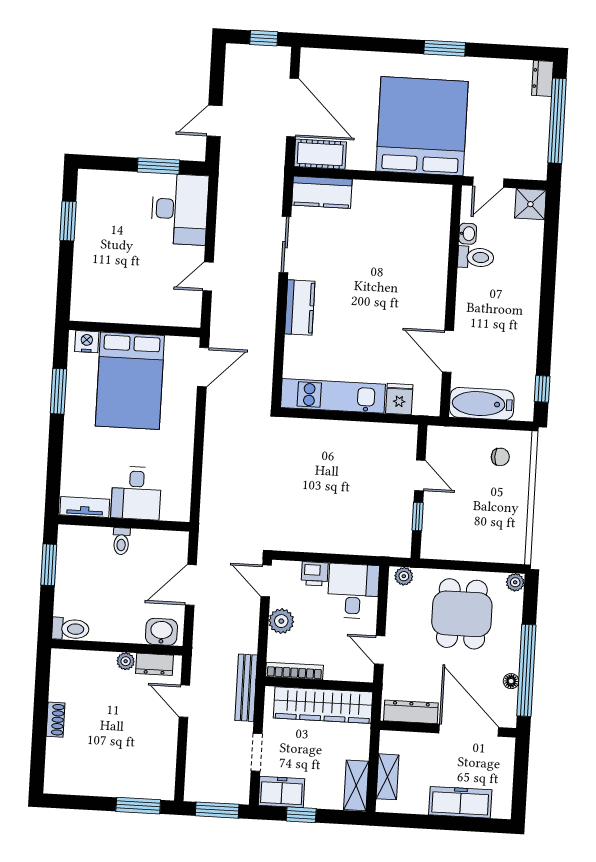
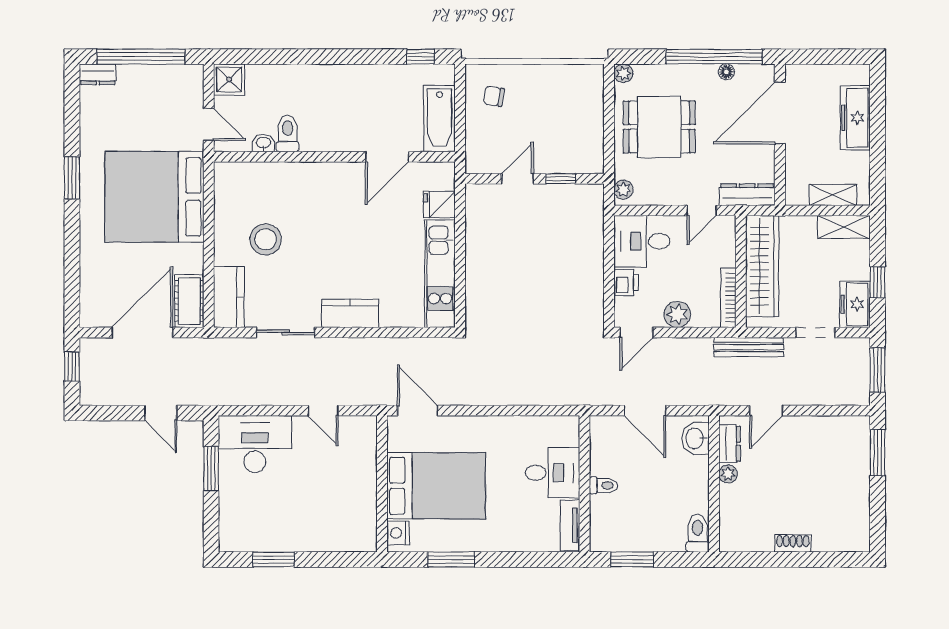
stool: (375, 231) -> (266, 239), added
chair: (500, 457) -> (494, 96), turned -81
dresser: (411, 712) -> (747, 195), moved, turned 90

